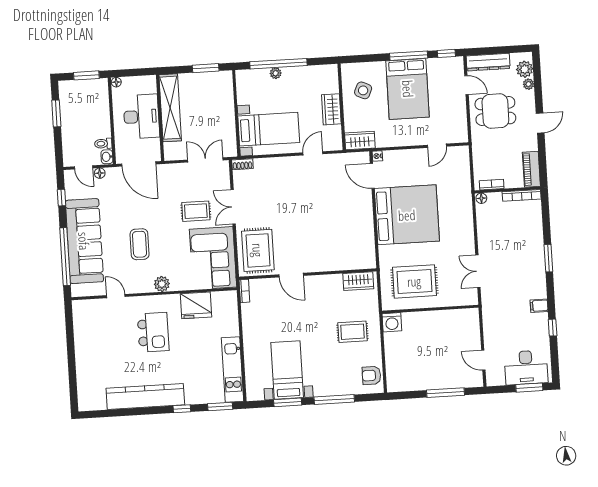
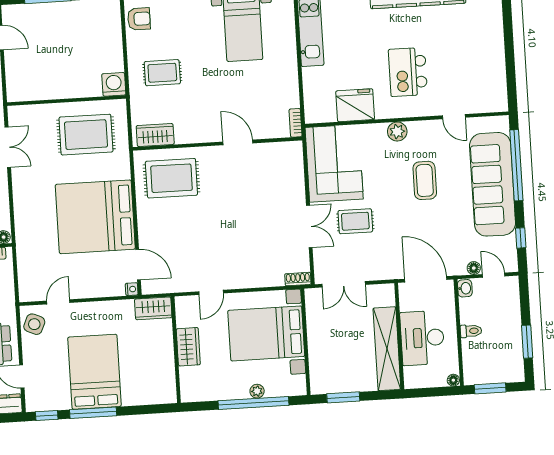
side table: (363, 90) -> (34, 324), moved
bed with nightstands: (269, 129) -> (266, 333), width x1.36
toilet: (103, 144) -> (471, 331), moved
rug: (258, 250) -> (171, 178), moved, turned 90

